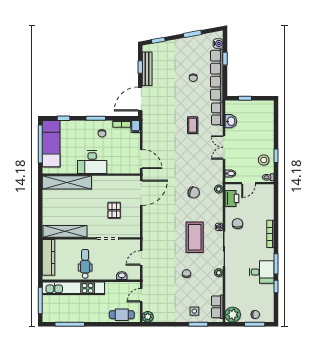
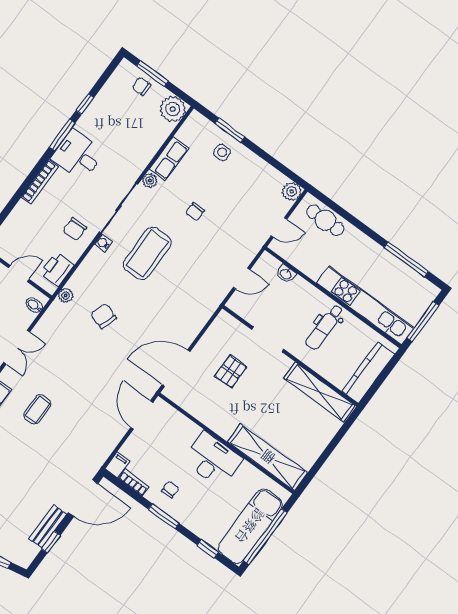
bench: (147, 69) -> (48, 527), width x0.73
desk: (262, 272) -> (78, 155), moved
row of seats: (217, 307) -> (169, 159), moved

